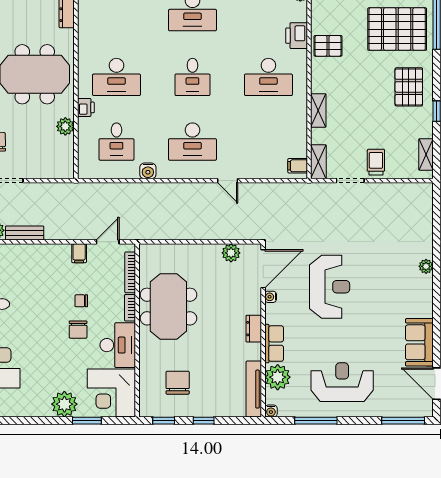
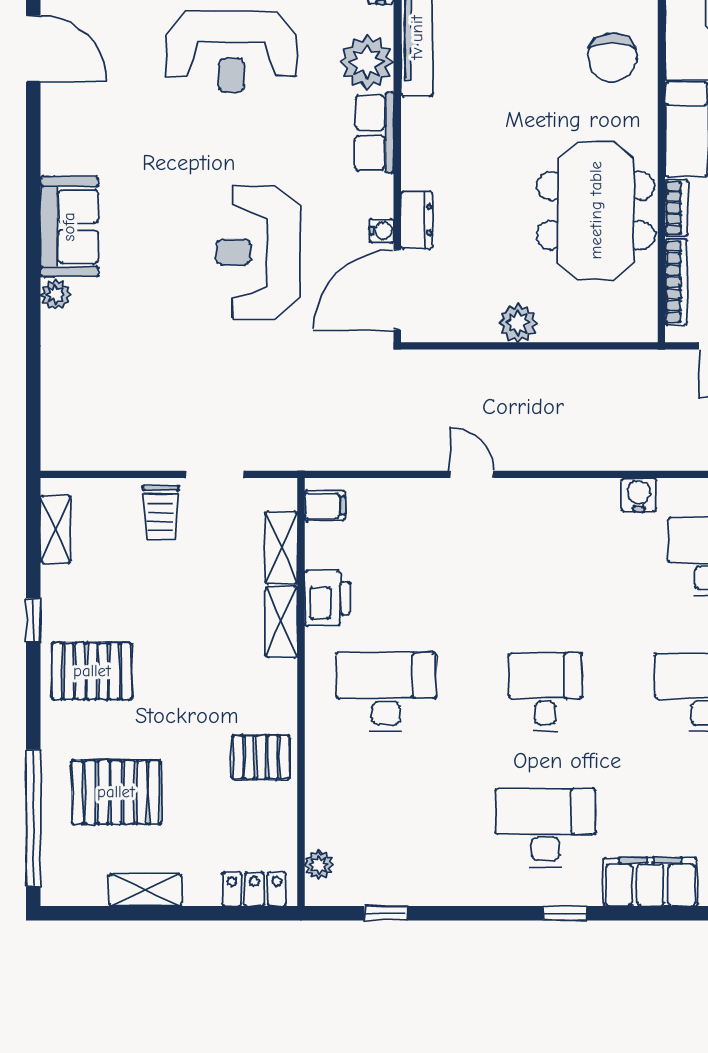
pallet: (397, 29) -> (116, 792), width x0.73, depth x0.71
printer: (297, 36) -> (327, 598), moved
pallet: (409, 87) -> (92, 671), turned 90
desk: (192, 142) -> (545, 556), removed
shelving: (318, 162) -> (281, 548), moved
plant: (231, 253) -> (518, 323), moved
dresser: (254, 329) -> (417, 220), moved
sofa: (419, 342) -> (69, 227), moved
chair: (178, 383) -> (612, 58), moved

